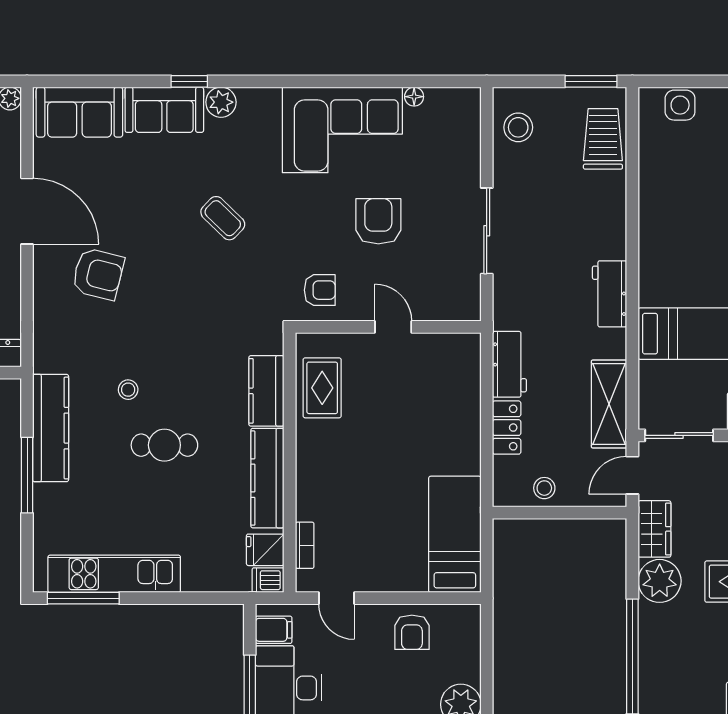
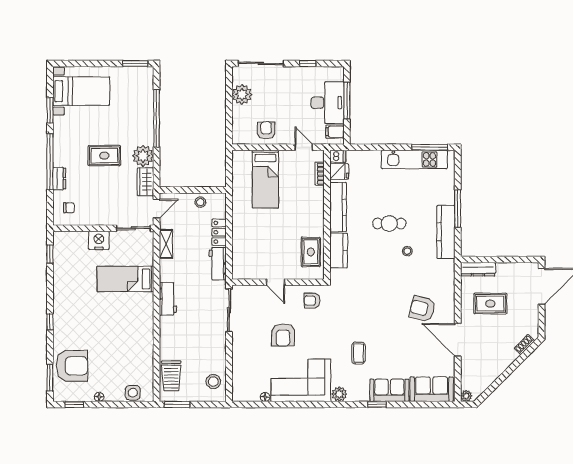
plant: (221, 102) -> (339, 394), moved
coffee table: (223, 218) -> (358, 353), moved, turned 46
sliding door: (487, 231) -> (229, 310), moved
shelving: (609, 404) -> (166, 244), width x0.67, depth x0.75
bed: (455, 534) -> (265, 179), moved

